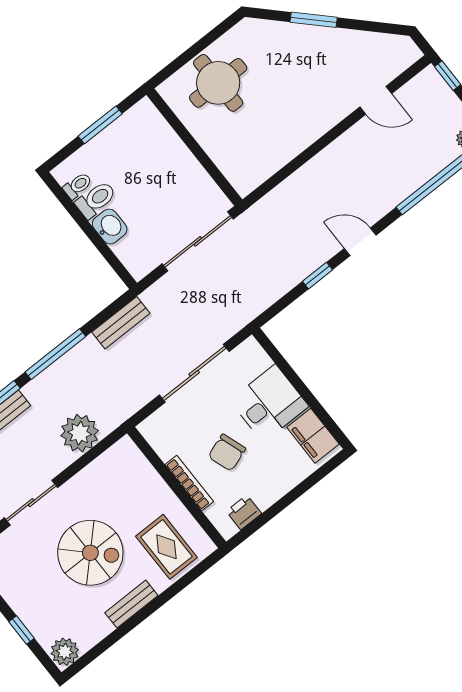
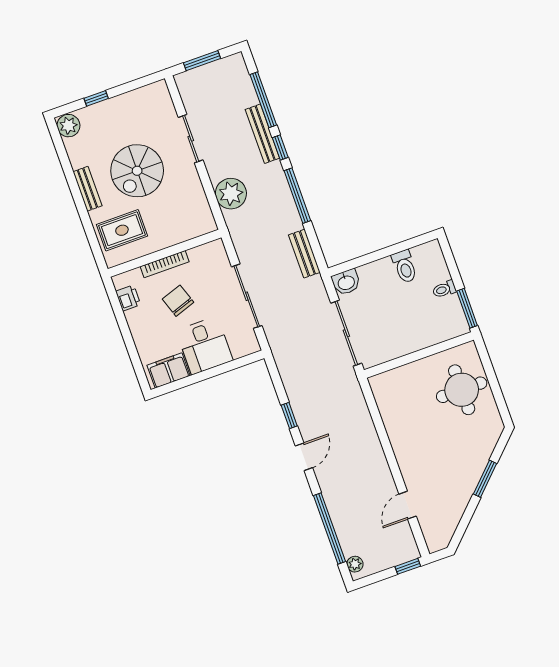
window: (100, 125) -> (467, 308), moved
toilet: (78, 186) -> (444, 289), moved, turned 90
washbasin: (110, 226) -> (346, 282), moved

